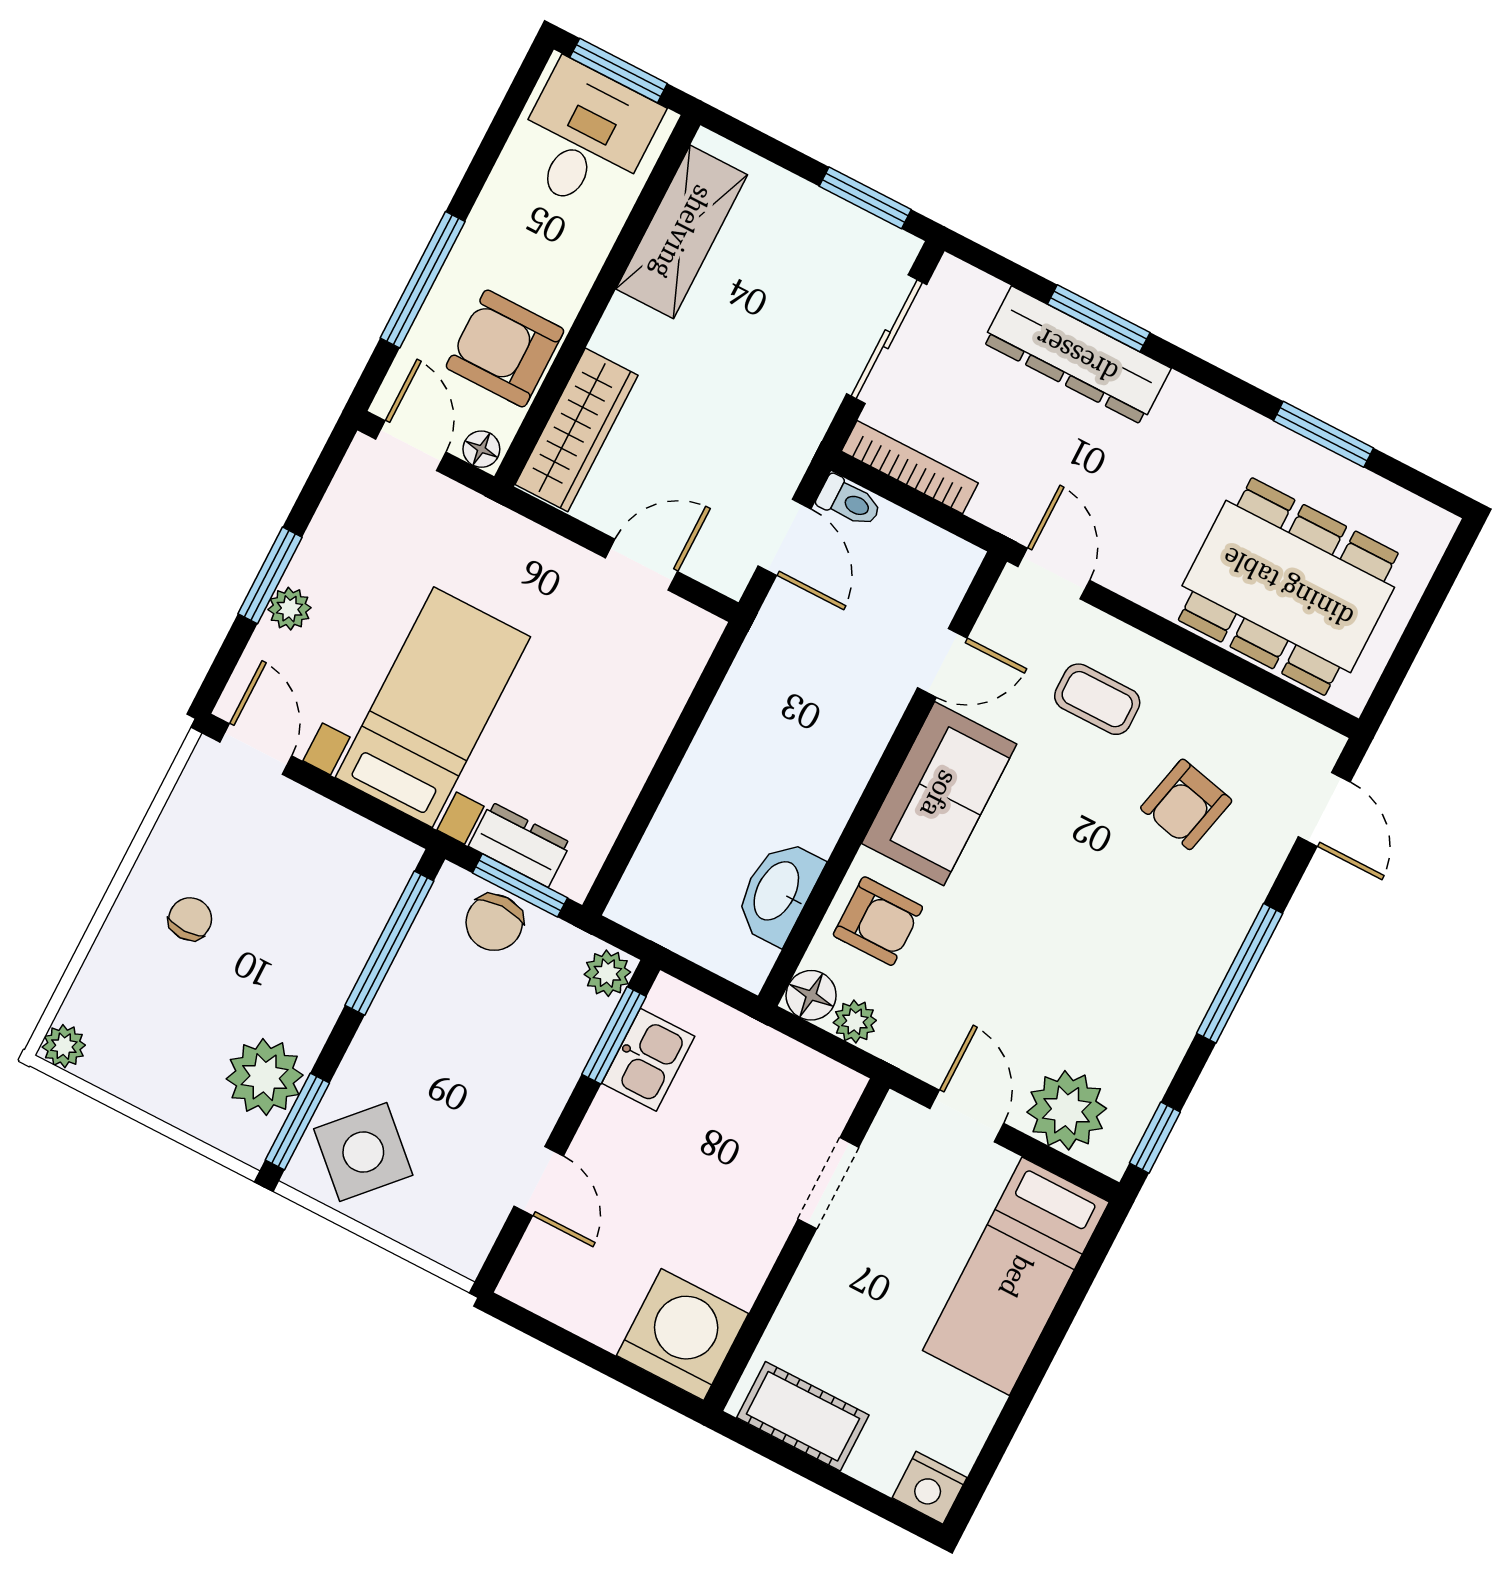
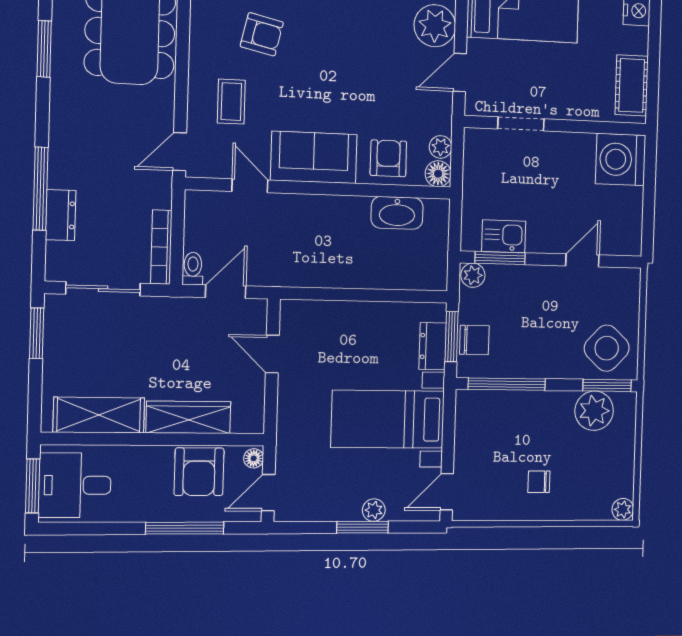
window: (1099, 318) -> (40, 189), width x1.44
dresser: (1077, 355) -> (61, 215), width x0.51, depth x0.80
wardrobe: (577, 430) -> (188, 417), moved

